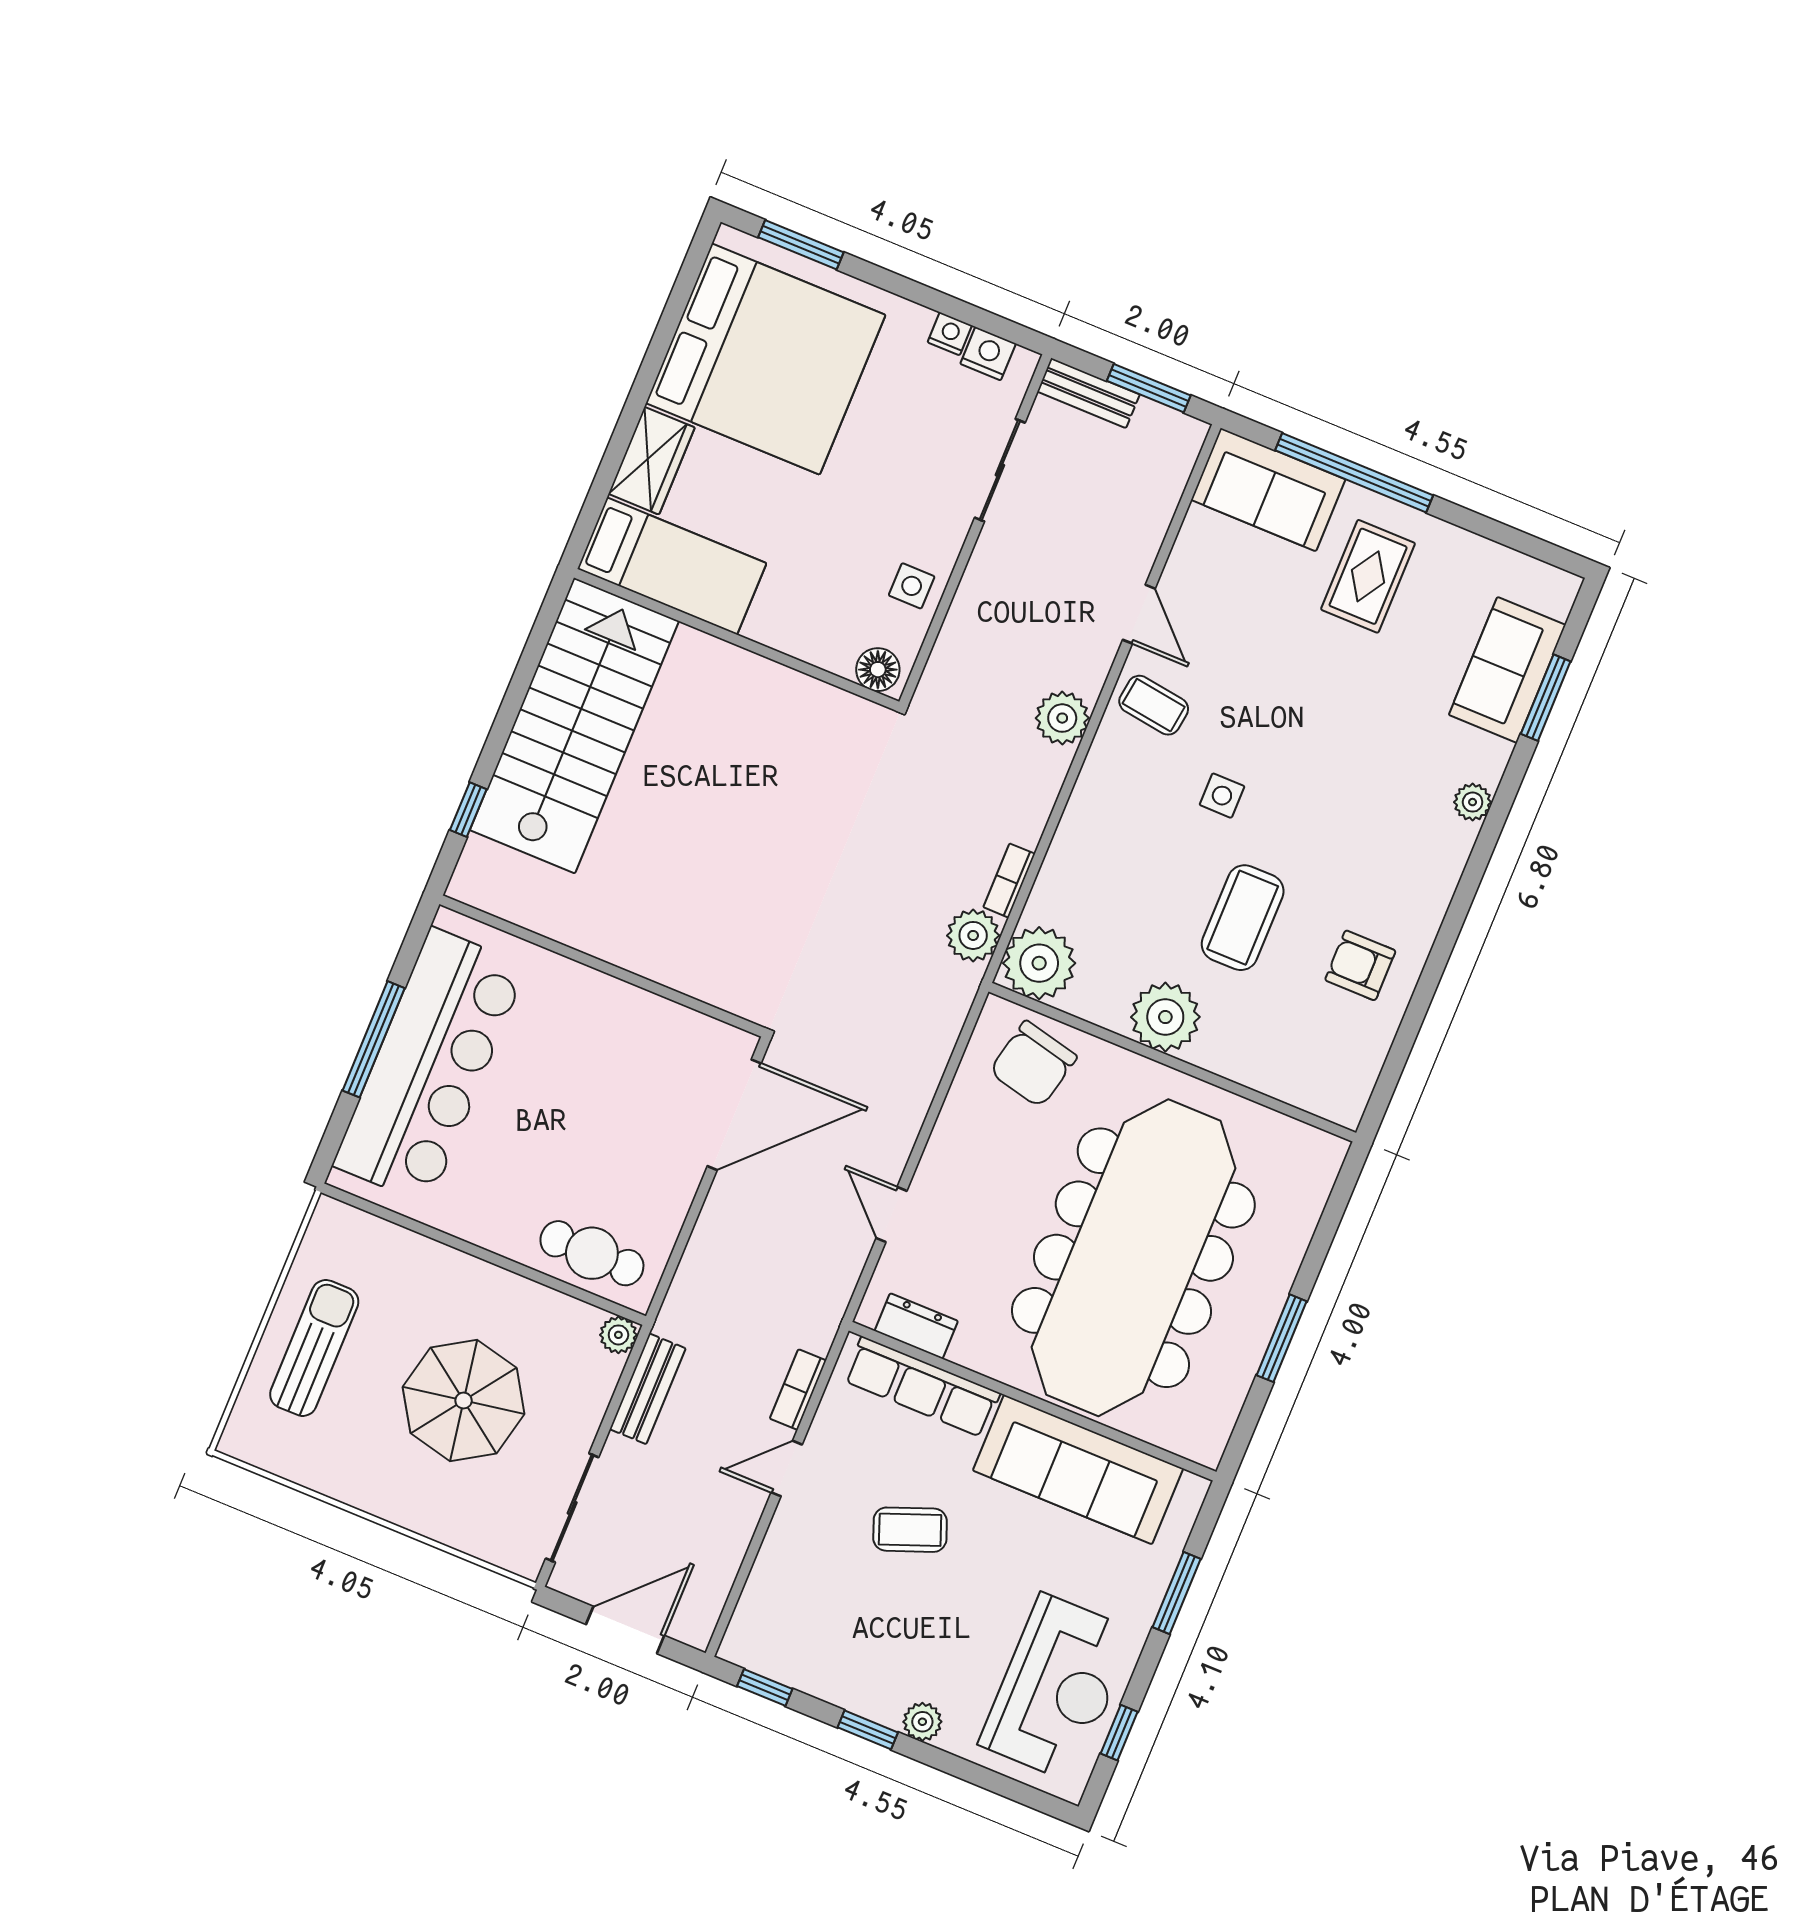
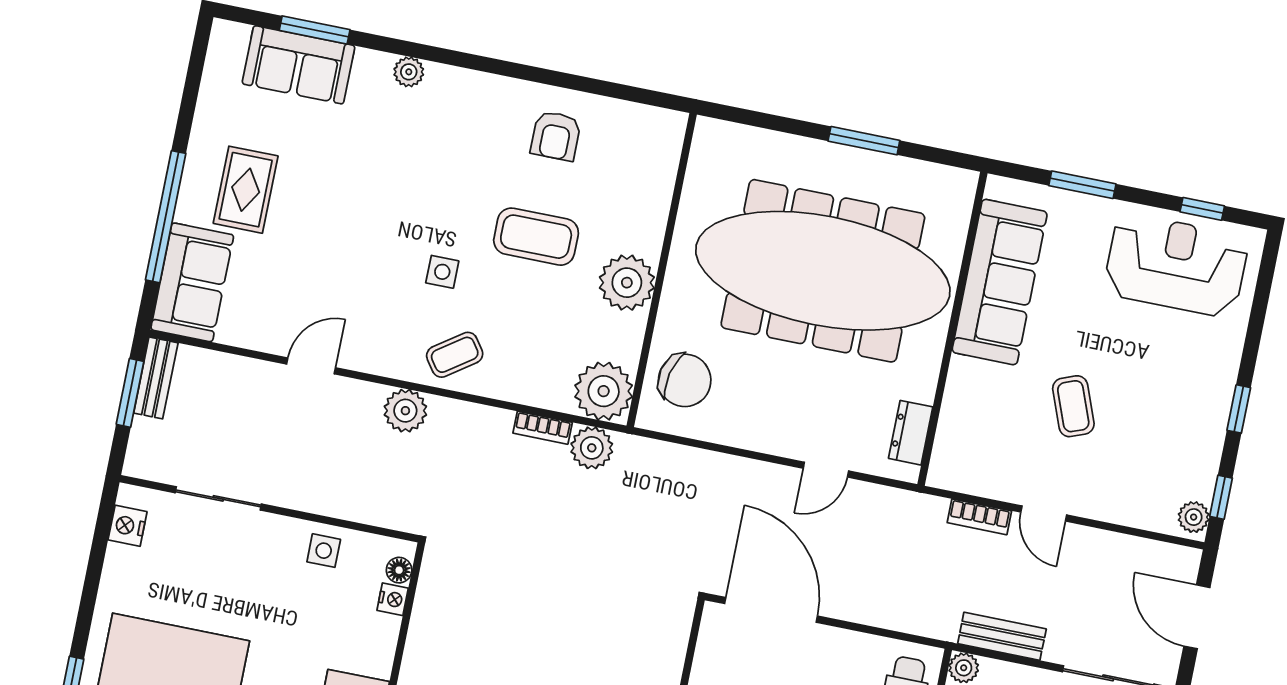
nightstand: (950, 334) -> (393, 599), moved, turned 180
bench: (1089, 393) -> (156, 378), moved
rug: (1368, 576) -> (246, 190), turned 90
floor lamp: (878, 670) -> (399, 570), width x0.73, depth x0.73
coffee table: (1154, 705) -> (455, 355), moved, turned 47
row of seats: (922, 1387) -> (958, 419), removed
plant: (922, 1722) -> (1194, 517), moved

